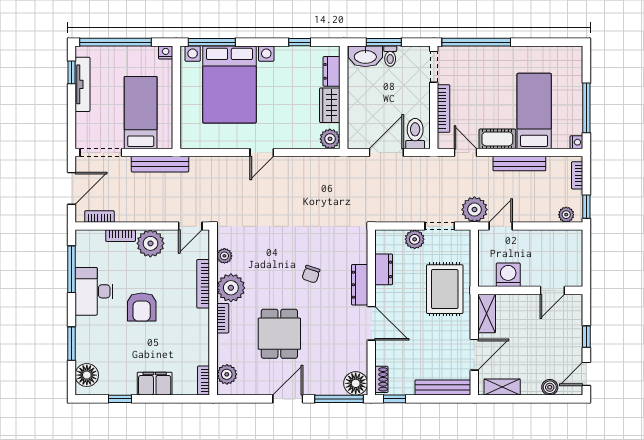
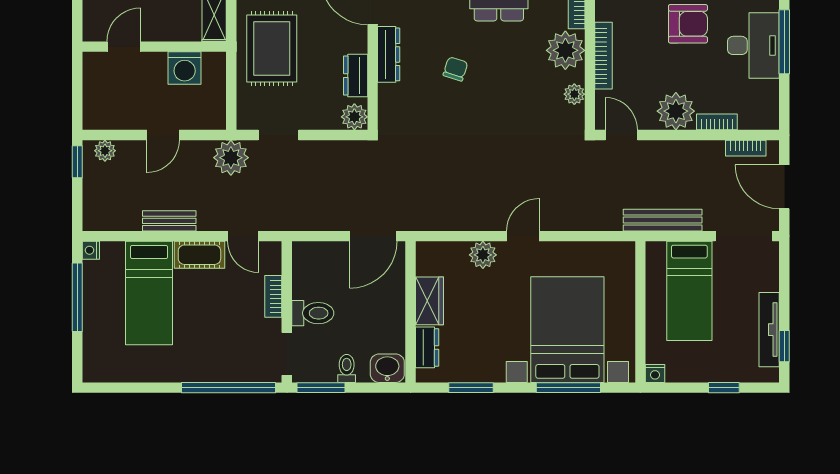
window: (115, 42) -> (724, 388), width x0.32
window: (212, 42) -> (568, 388), moved
window: (300, 42) -> (471, 388), width x1.50
window: (384, 42) -> (321, 388), moved
washbasin: (365, 56) -> (387, 368), width x0.72
bookcase: (444, 109) -> (273, 296), width x0.64
toilet: (415, 134) -> (313, 313), moved, turned -90
plant: (330, 139) -> (483, 255), moved
door: (386, 152) -> (373, 236), moved
bench: (519, 164) -> (169, 221), width x0.73
bookcase: (577, 175) -> (90, 205), removed
door: (72, 188) -> (784, 187), hinge flipped
door: (190, 226) -> (621, 135), hinge flipped
door: (501, 226) -> (163, 135), moved
plant: (415, 239) -> (354, 117), moved
window: (72, 269) -> (784, 42), moved
armchair: (142, 307) -> (688, 24), turned 90

